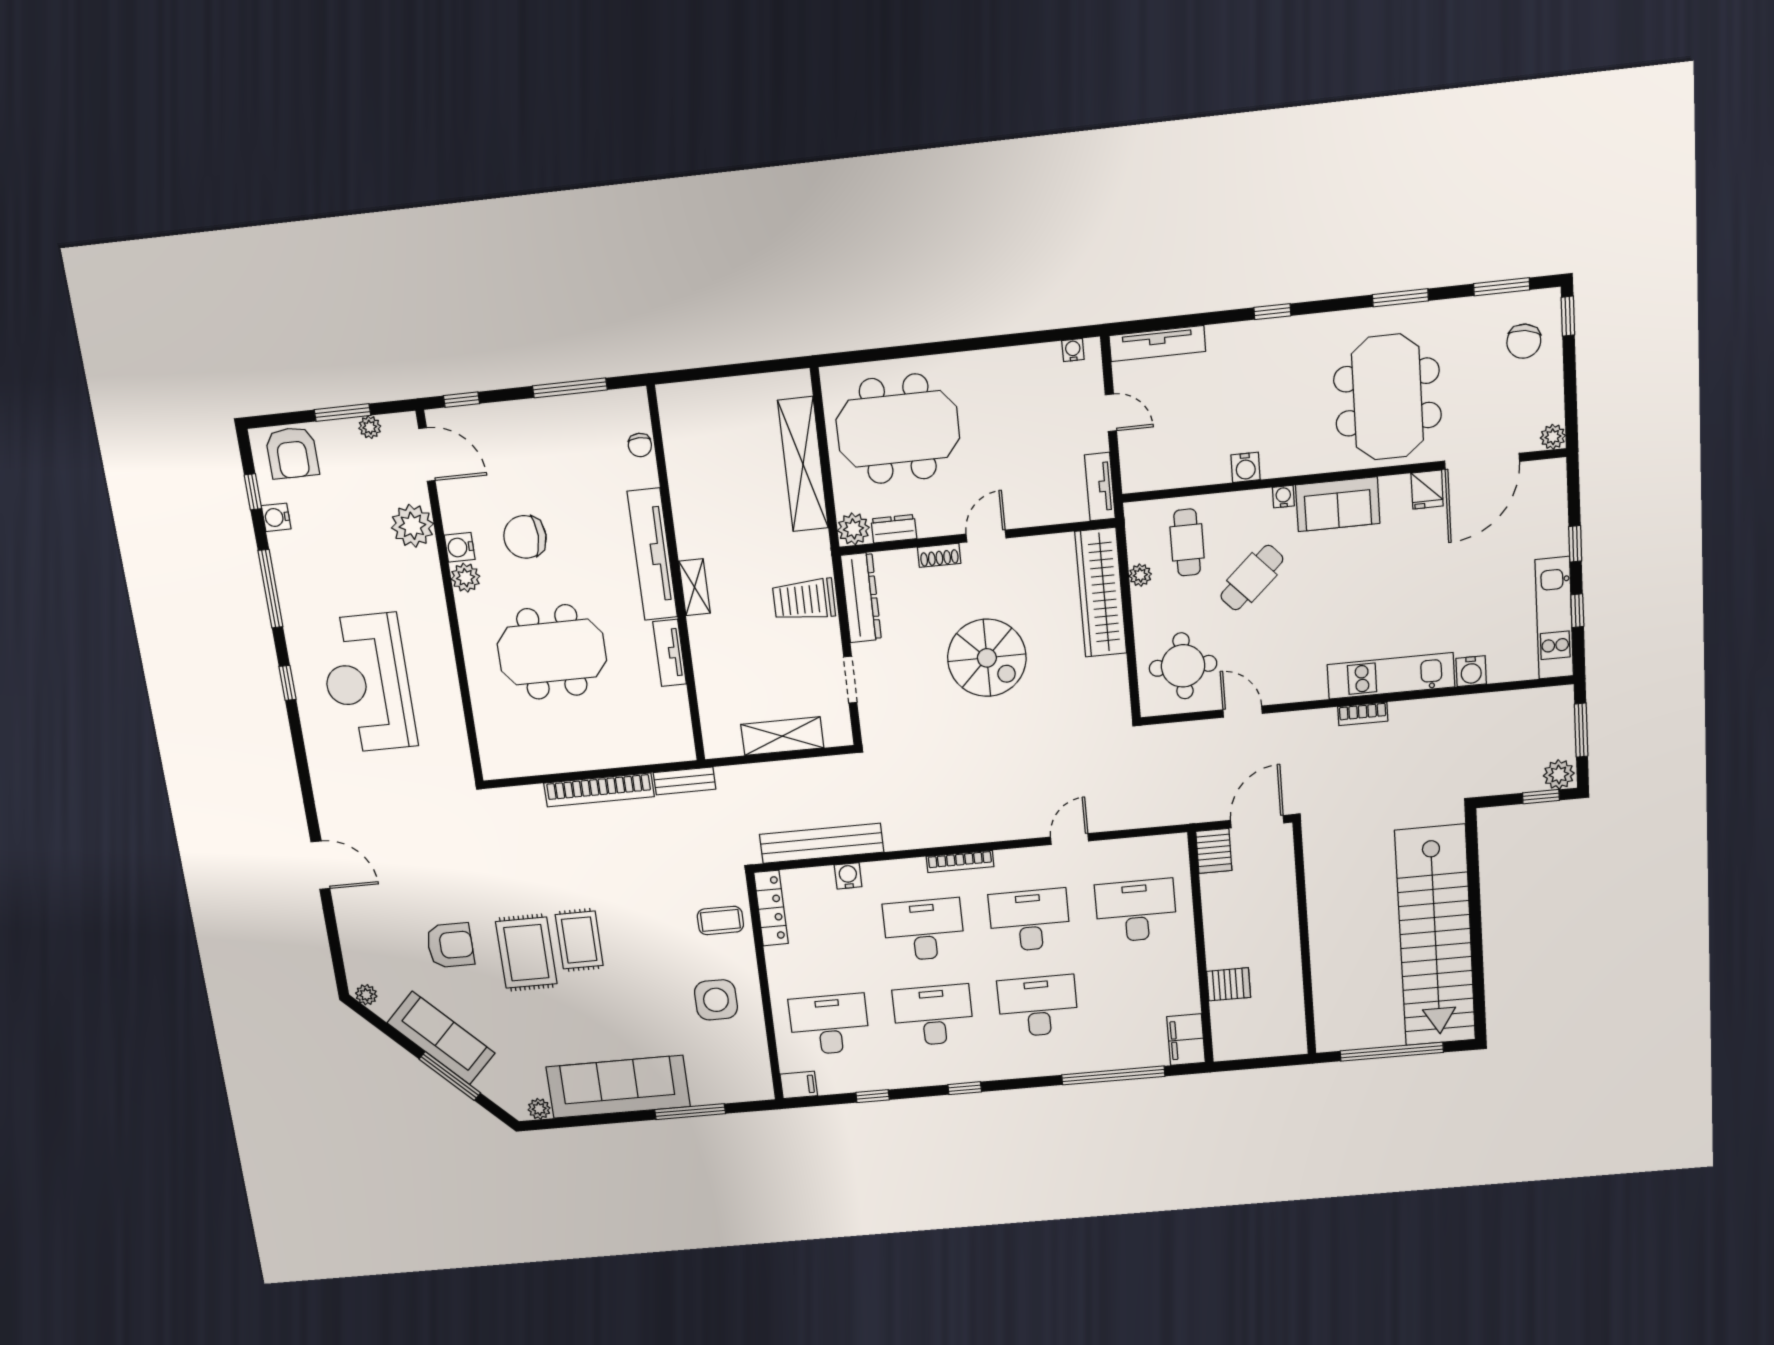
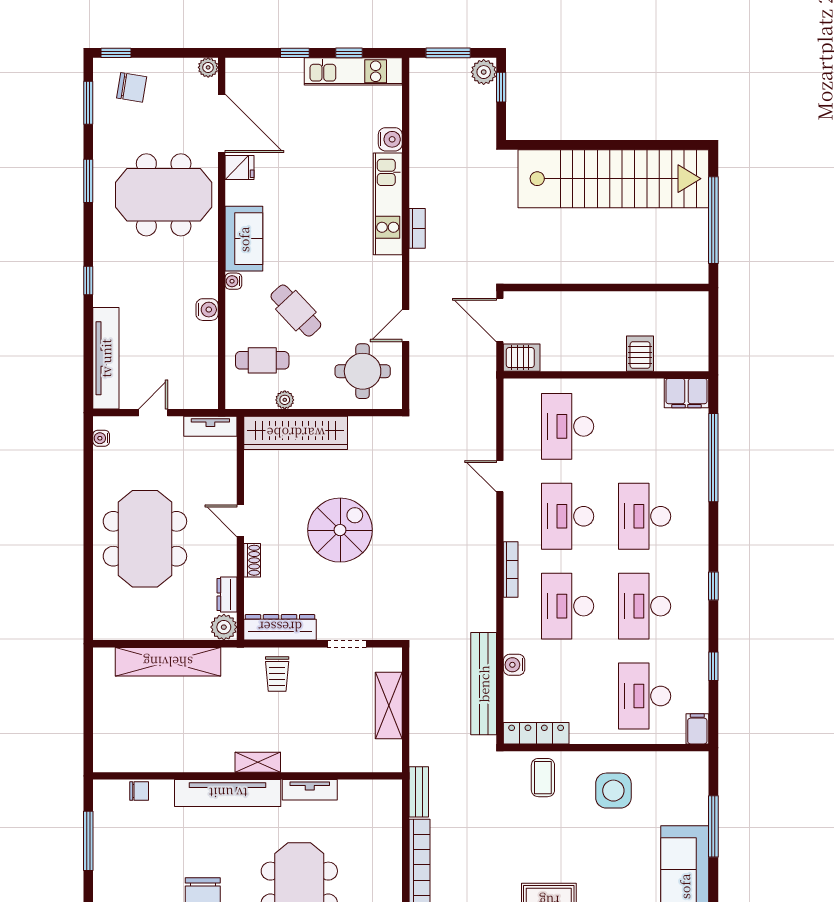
tv unit: (1157, 343) -> (106, 358), width x1.36, depth x1.29
meeting table: (898, 429) -> (145, 539), moved
trolley: (804, 600) -> (277, 674), width x0.73, depth x0.72

